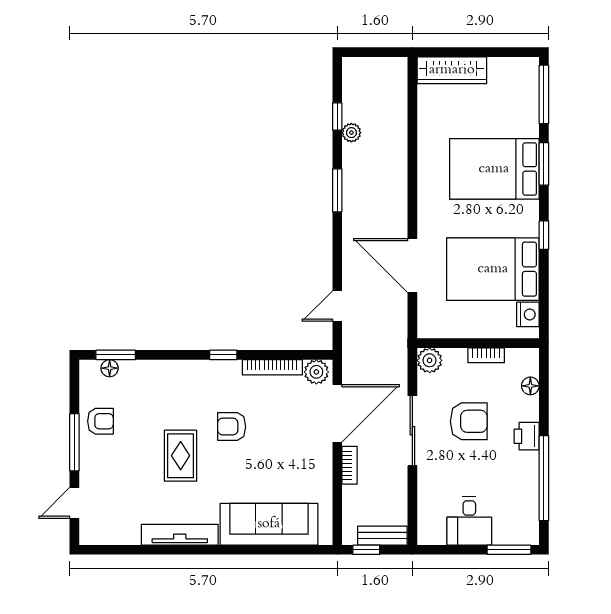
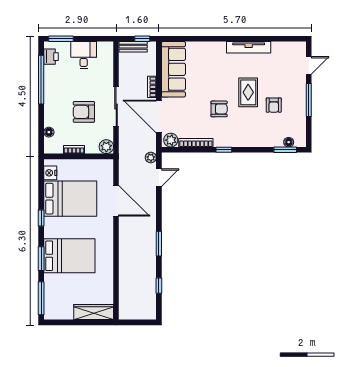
plant: (351, 133) -> (151, 158), moved
door: (337, 413) -> (159, 116), hinge flipped
armchair: (100, 421) -> (274, 105), moved, turned -90
printer: (527, 436) -> (51, 57), moved
sofa: (269, 524) -> (173, 69), moved, turned -90

